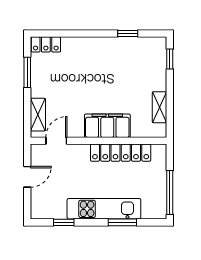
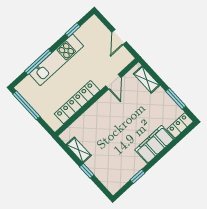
window: (170, 59) -> (87, 171), moved
filing cabinet: (107, 126) -> (154, 144), moved, turned 180
door: (56, 141) -> (113, 82), moved
window: (122, 222) -> (38, 62), width x1.44

